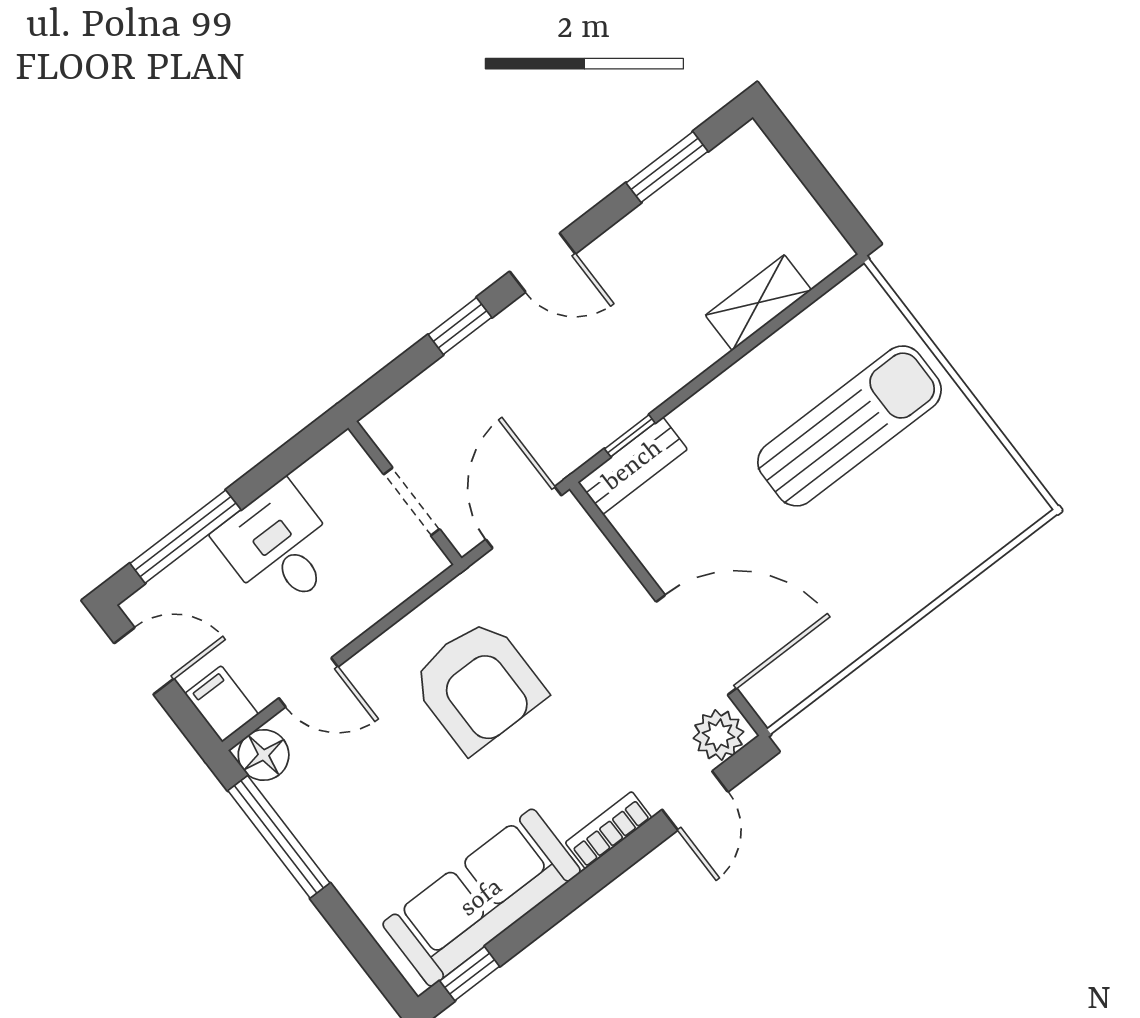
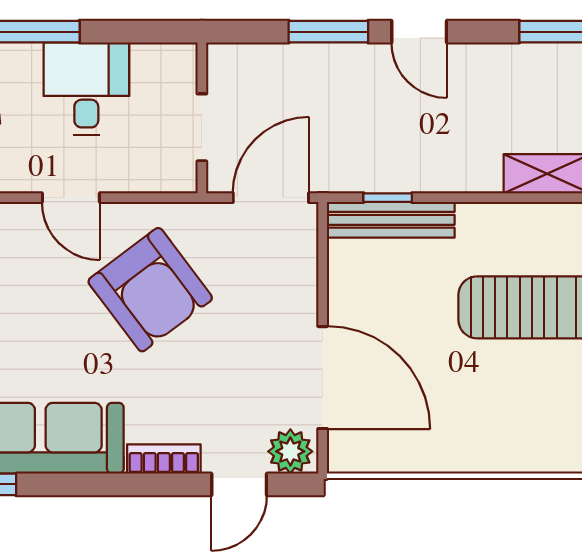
window: (460, 326) -> (328, 32), width x1.50
bench: (633, 466) -> (391, 220), width x1.36
door: (308, 682) -> (71, 198), moved
armchair: (478, 686) -> (150, 290), turned -37

